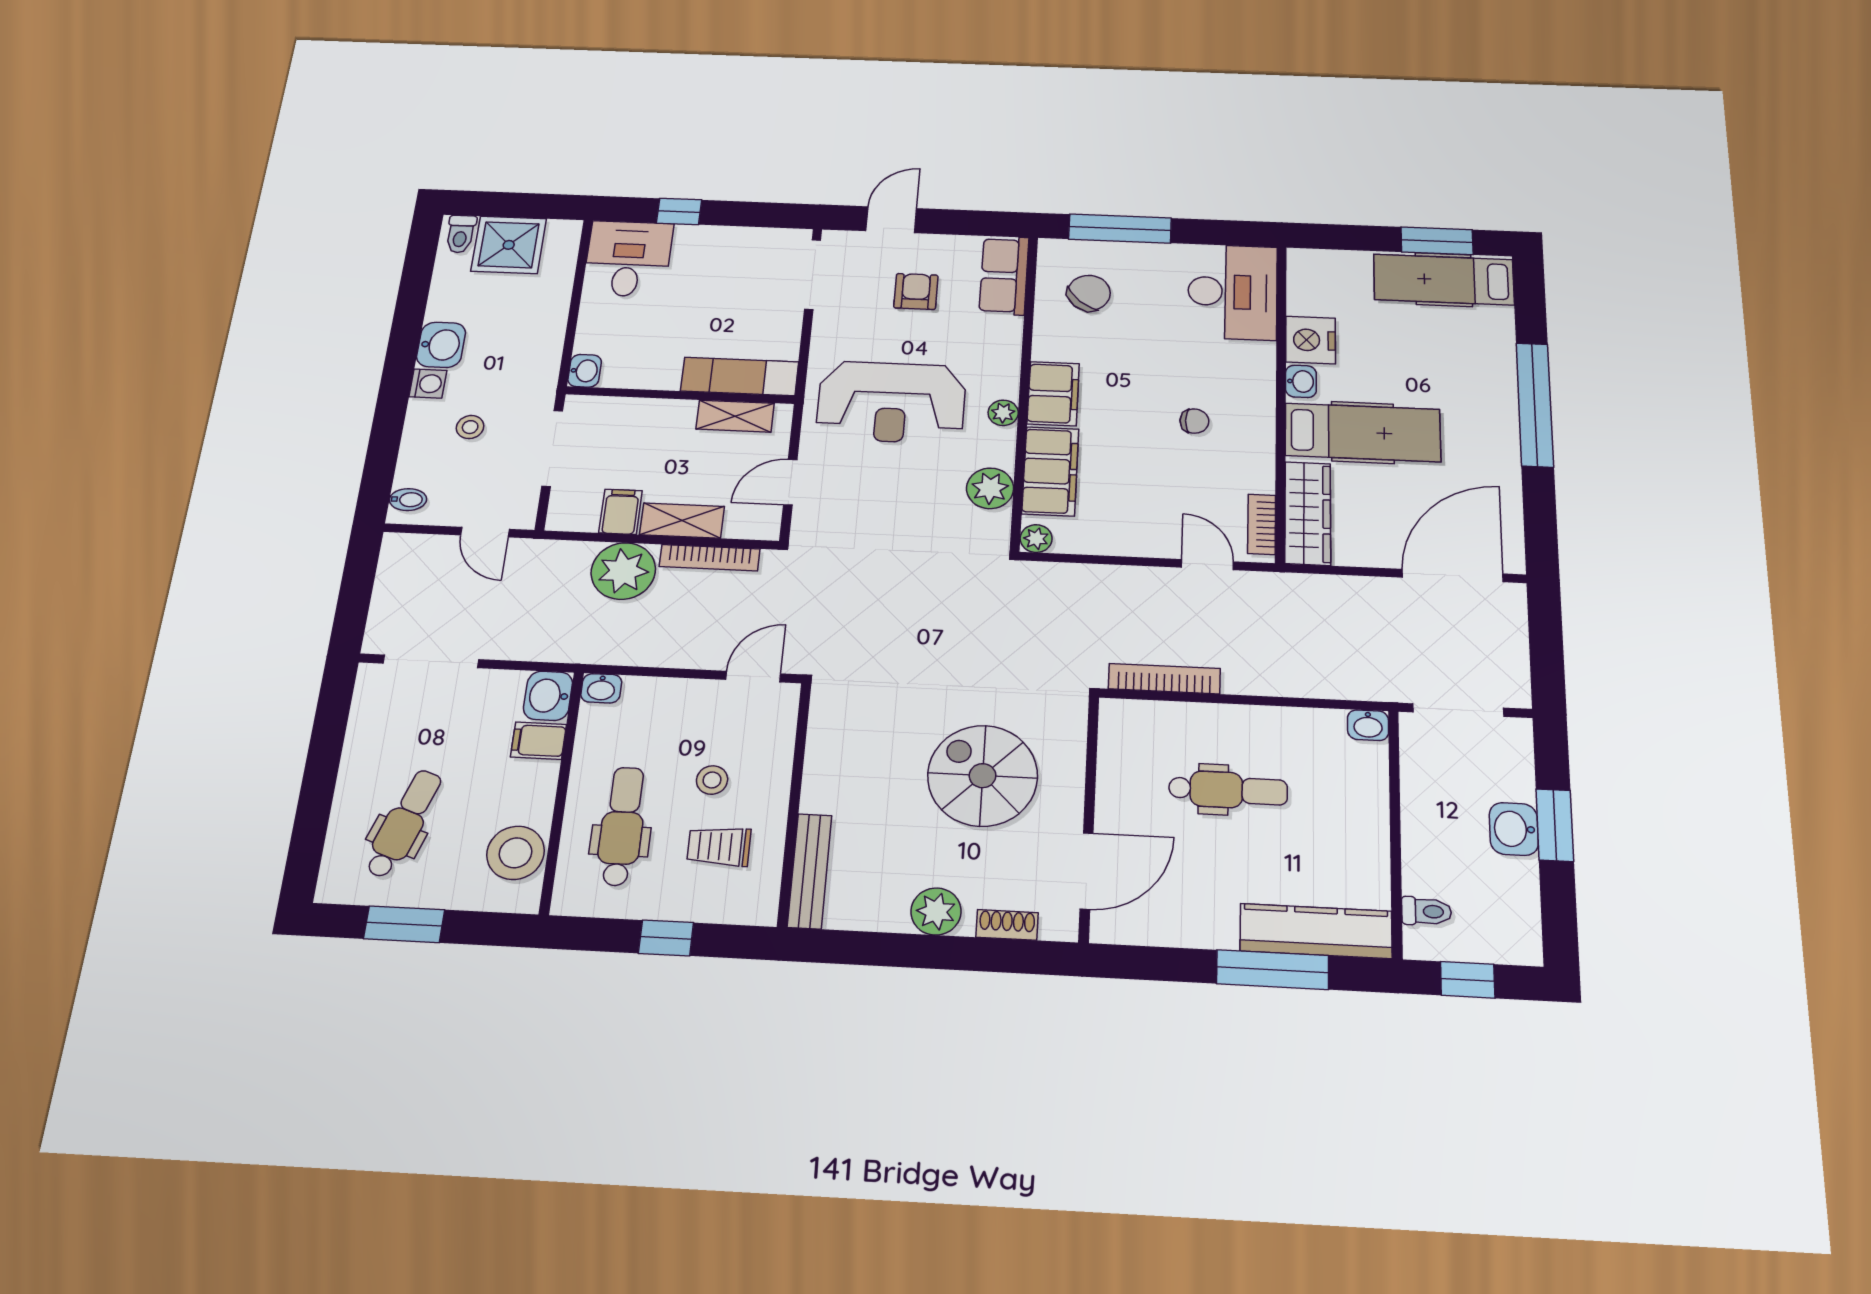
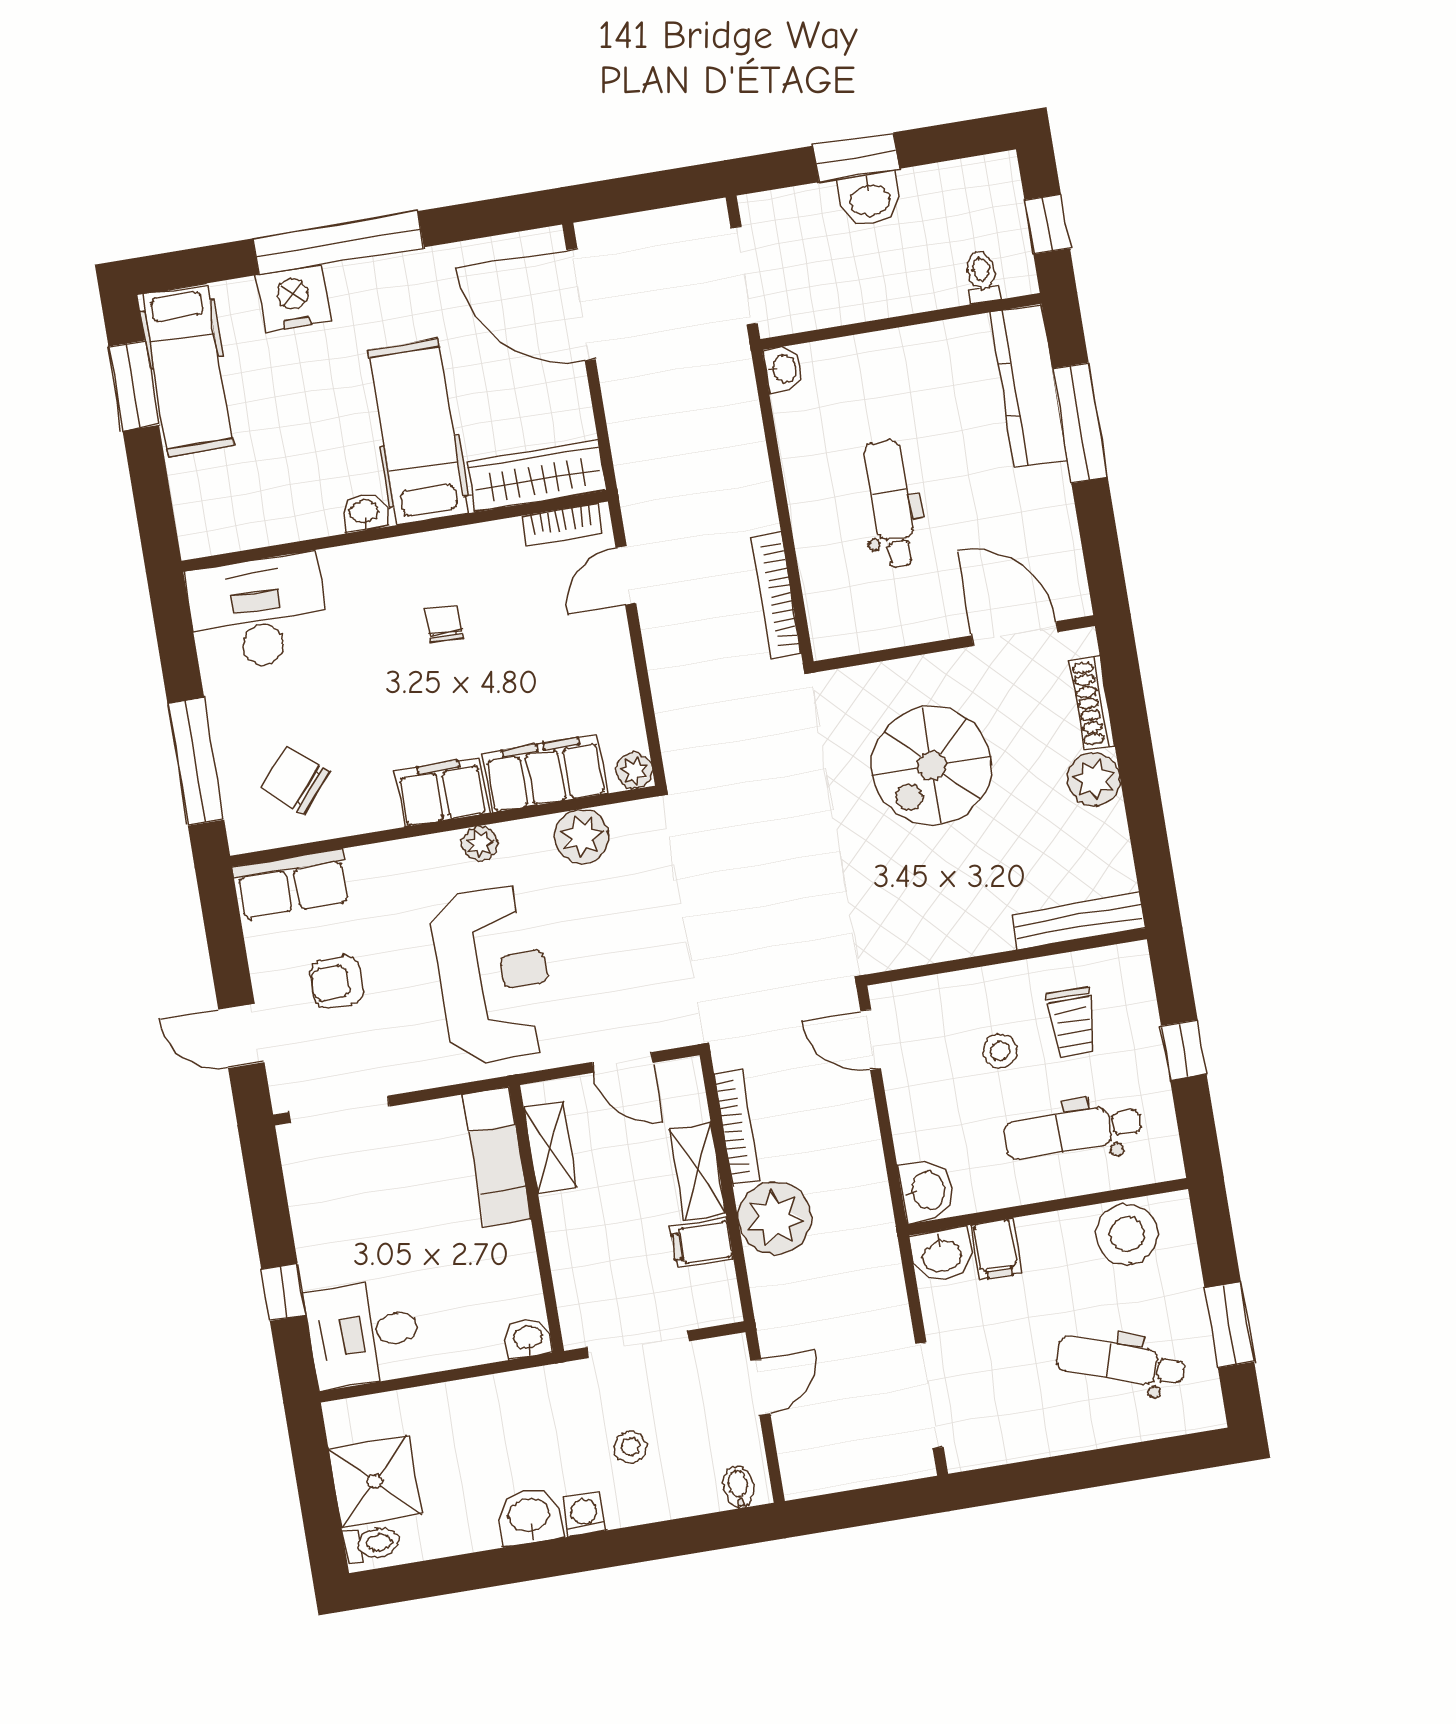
nightstand: (1311, 340) -> (293, 298), moved, turned 180
washbasin: (601, 688) -> (927, 1191), width x1.38, depth x1.45
shoe rack: (1007, 925) -> (1092, 703), width x1.43

